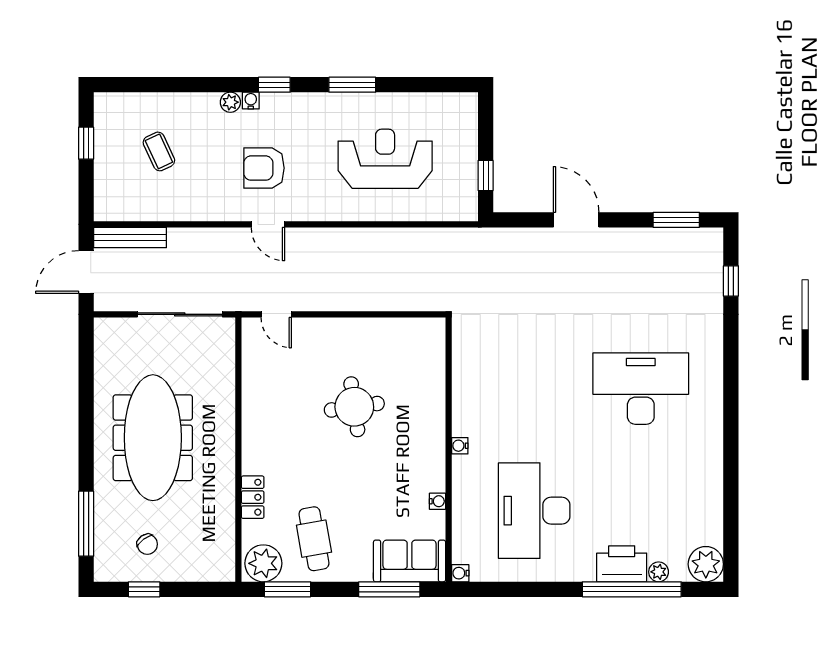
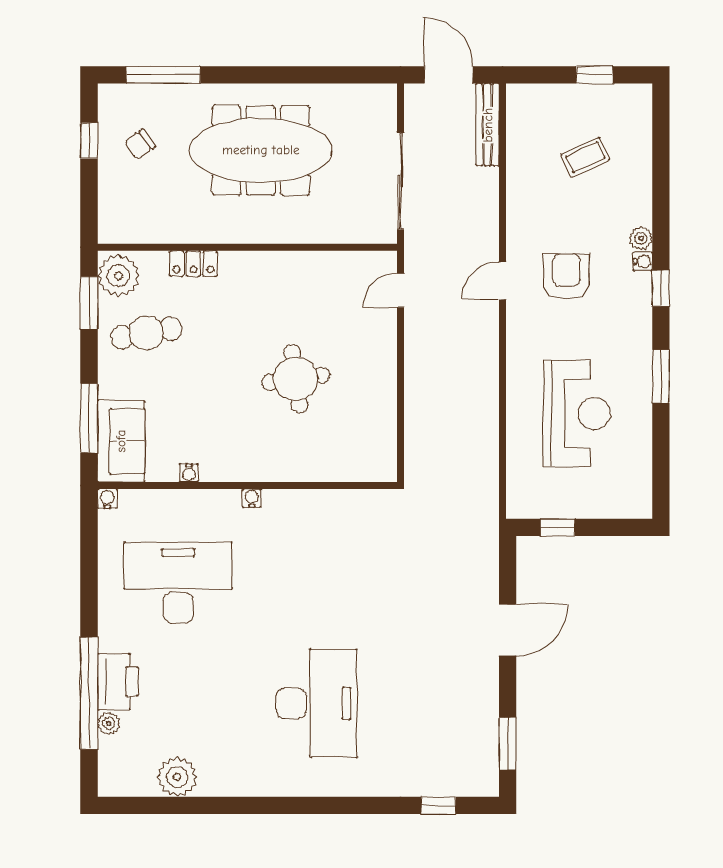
plant: (706, 564) -> (177, 777), moved

